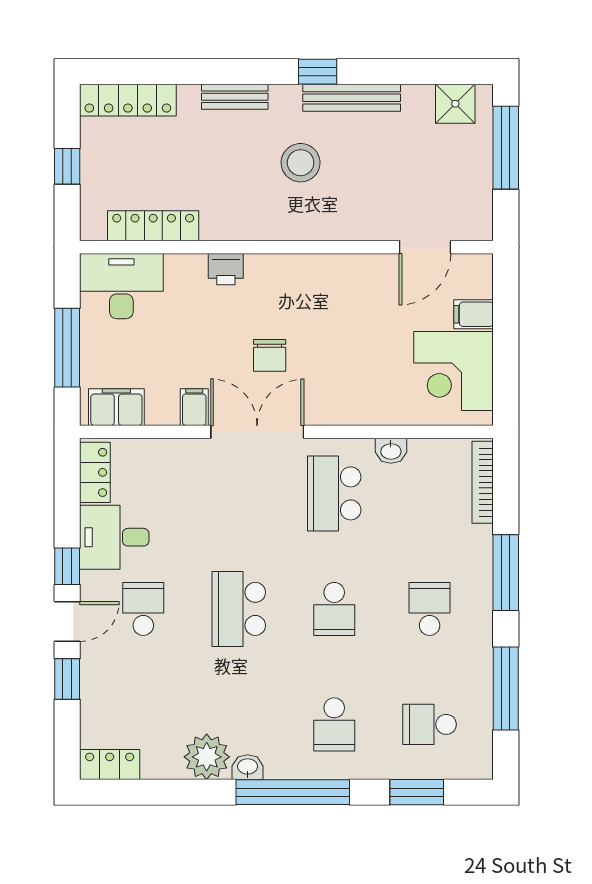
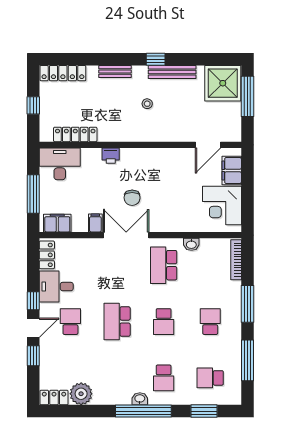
shower: (455, 104) -> (223, 83), width x1.86, depth x1.86
stool: (301, 163) -> (147, 104), width x0.53, depth x0.53
filing cabinet: (474, 314) -> (232, 170), width x2.00
plant: (207, 757) -> (81, 394), moved
washbasin: (248, 767) -> (140, 399), moved

